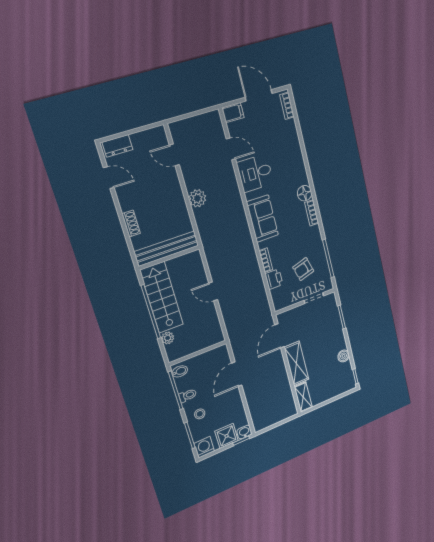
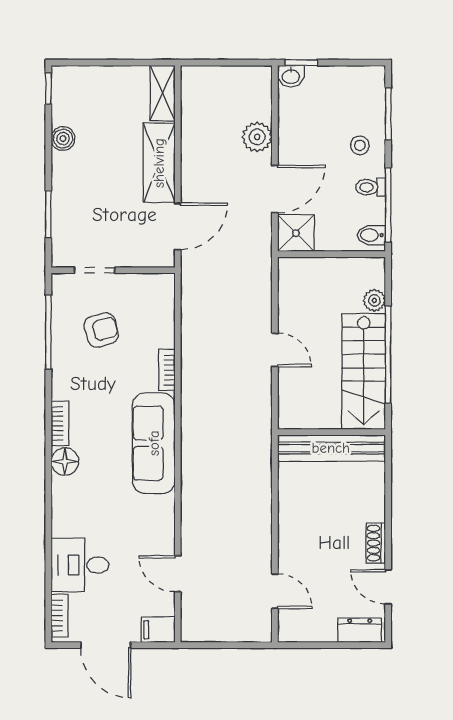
desk: (255, 173) -> (80, 565), moved, turned 180
plant: (197, 198) -> (257, 137), moved
sofa: (262, 219) -> (154, 443), width x1.36
shoe rack: (131, 224) -> (376, 543), moved
printer: (274, 279) -> (161, 332), removed
shower: (227, 436) -> (296, 233), moved
washing machine: (204, 447) -> (370, 81), removed

